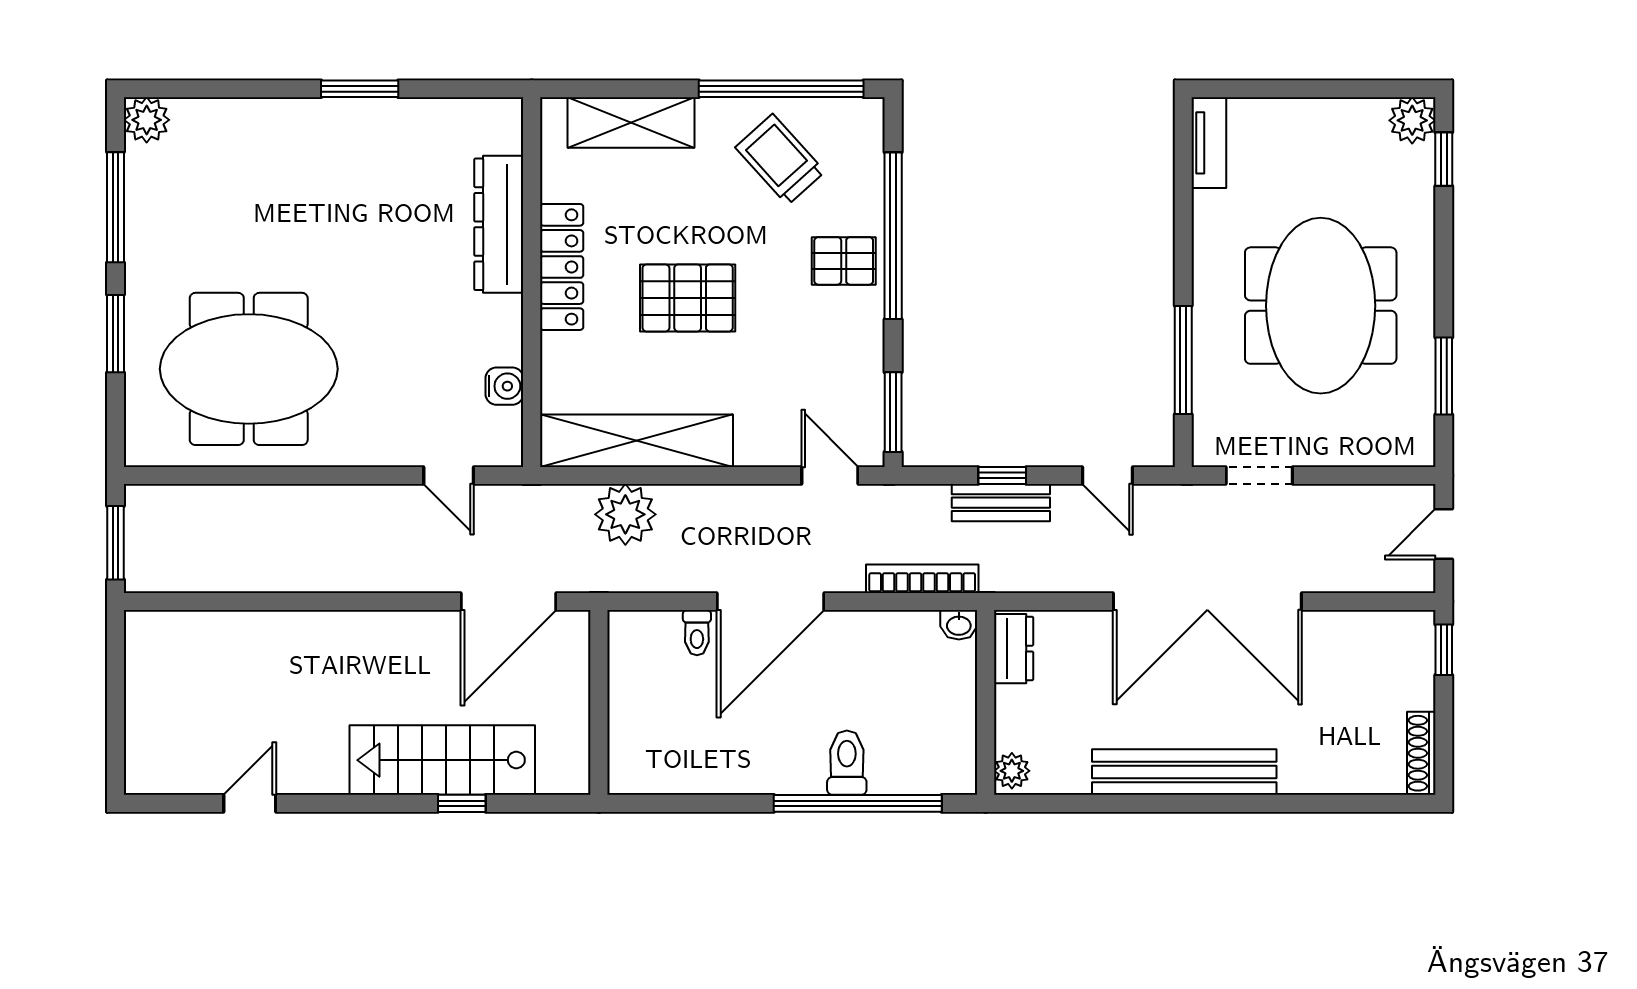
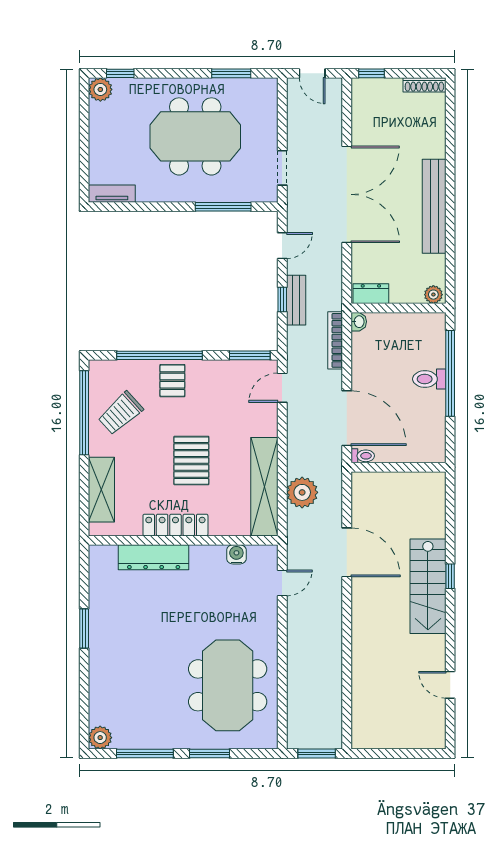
wall: (599, 702) -> (398, 467), moved

